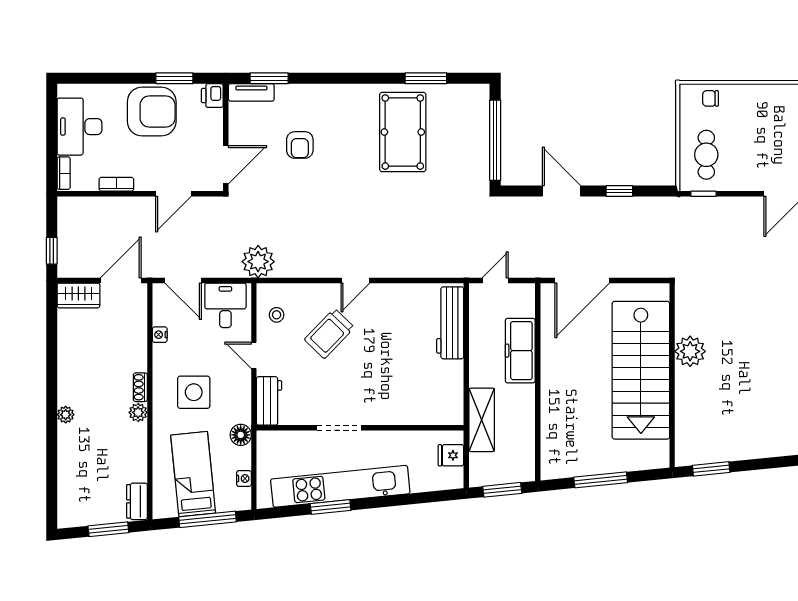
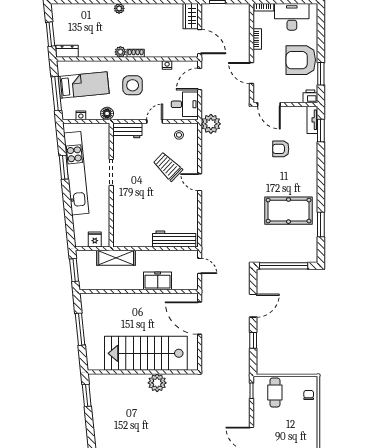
armchair: (152, 112) -> (301, 60), turned 90
cafe table: (706, 155) -> (275, 392), turned 90
freezer: (520, 351) -> (158, 281), width x0.71

